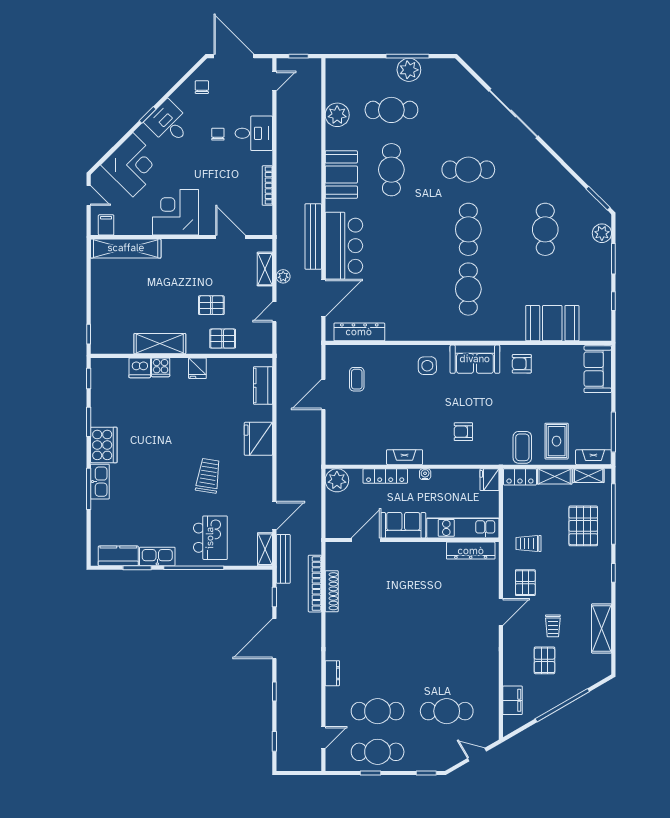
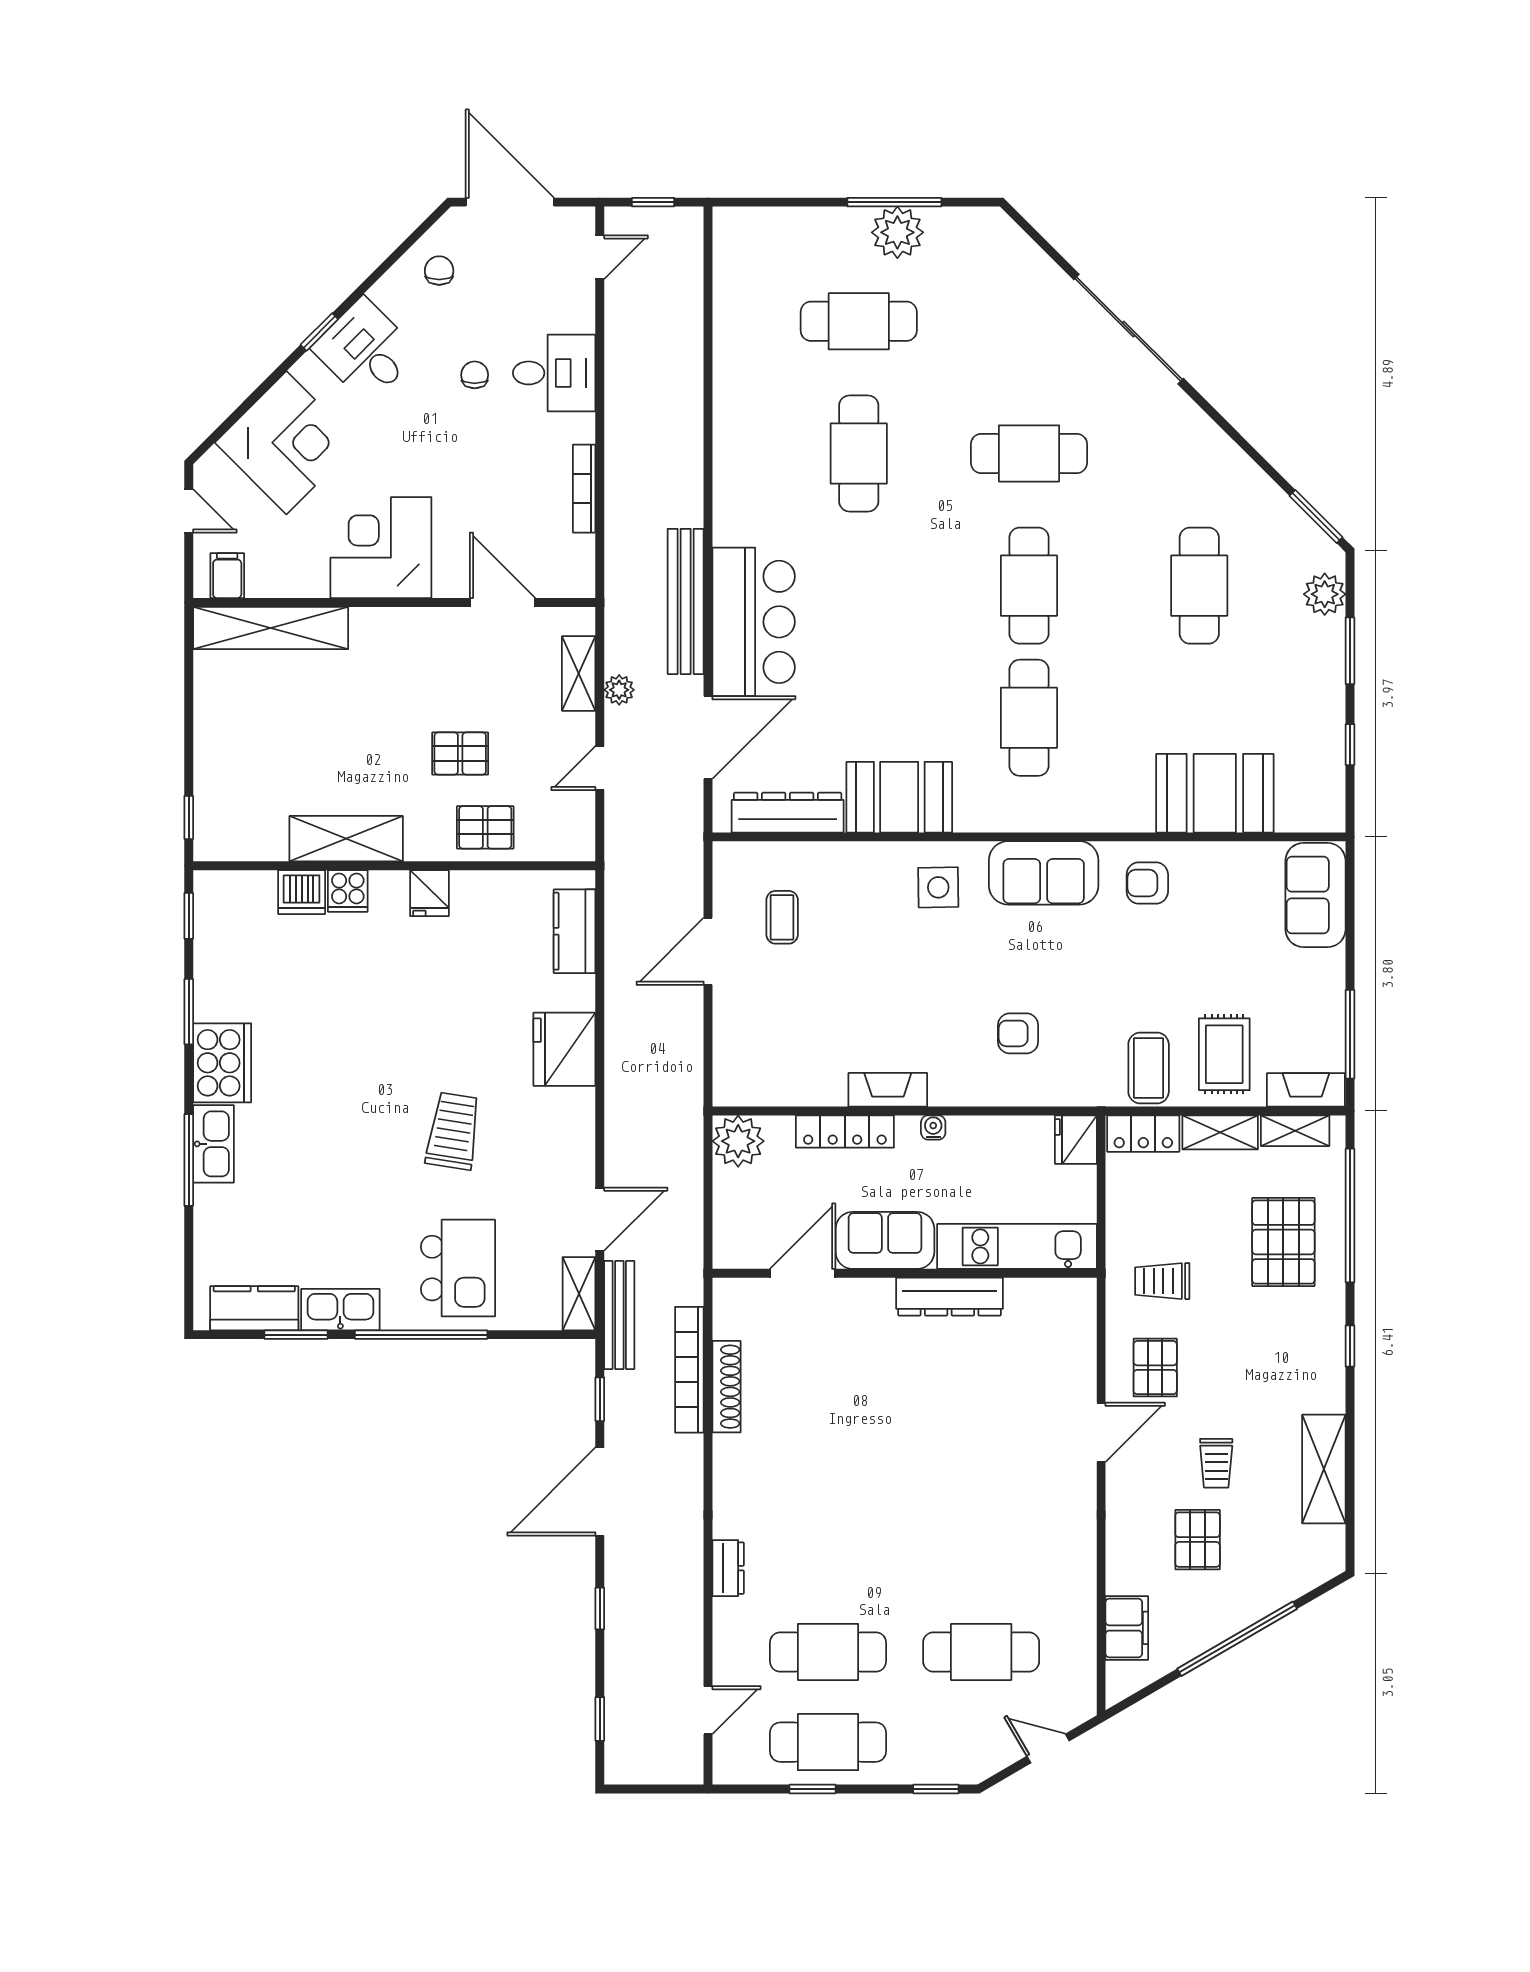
plant: (337, 115) -> (739, 332), removed
booth: (341, 175) -> (899, 797), moved, turned 90
dresser: (471, 551) -> (949, 1297), moved

